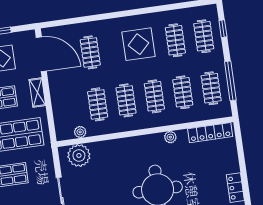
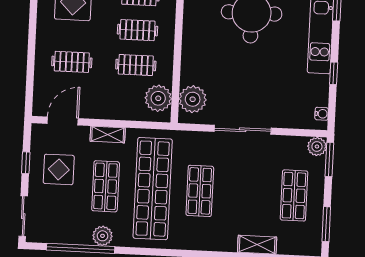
door: (41, 54) -> (63, 121), width x0.73
plant: (80, 132) -> (158, 98), width x1.87, depth x1.87

